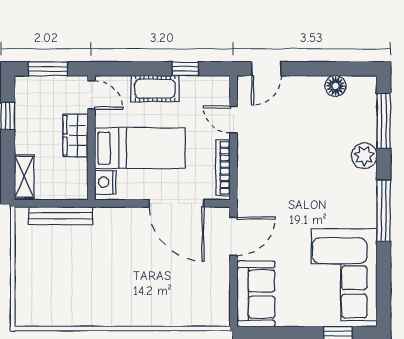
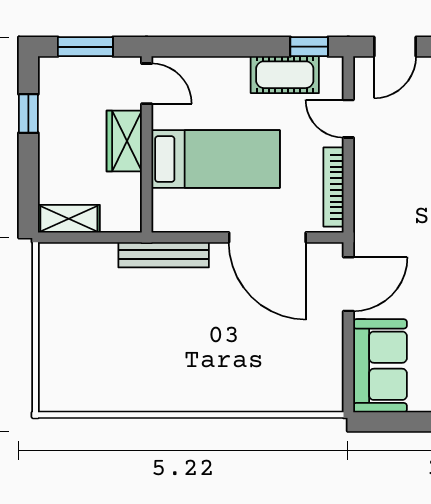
window: (185, 69) -> (309, 47), moved
cot: (155, 89) -> (285, 75), moved
shelving: (24, 176) -> (69, 219), moved, turned 90
nightstand: (105, 182) -> (167, 207), removed
bench: (61, 216) -> (164, 255), moved

